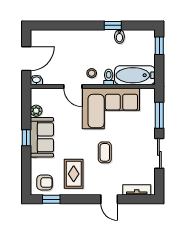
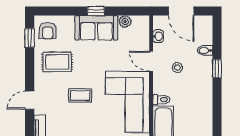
window: (113, 25) -> (217, 69), moved
bidet: (119, 37) -> (205, 50), moved
stool: (92, 73) -> (177, 68), moved
washbasin: (36, 80) -> (158, 36), moved
door: (73, 86) -> (151, 61), hinge flipped

